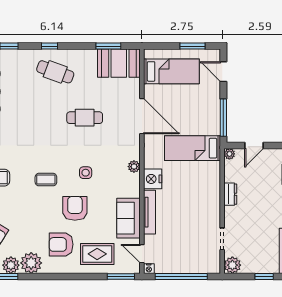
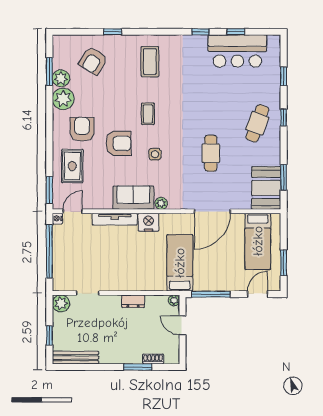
sofa: (128, 218) -> (133, 198), moved

